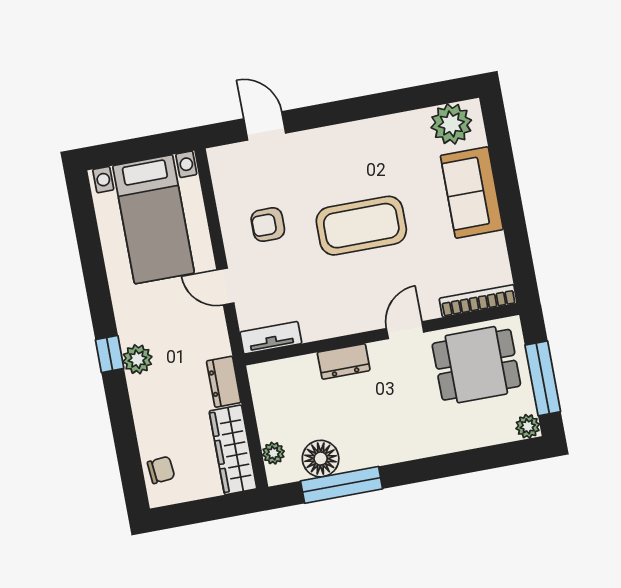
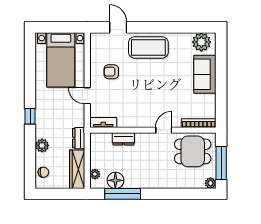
coffee table: (361, 226) -> (148, 47), moved
plant: (137, 359) -> (42, 145), moved
dresser: (344, 361) -> (123, 139), moved

